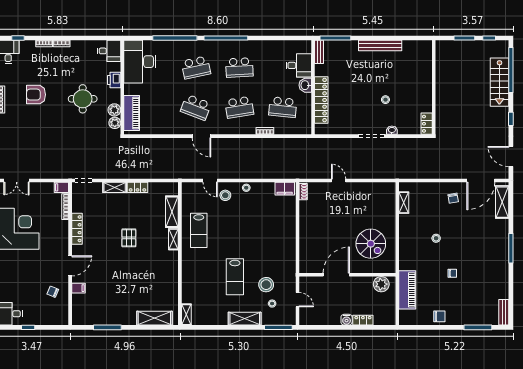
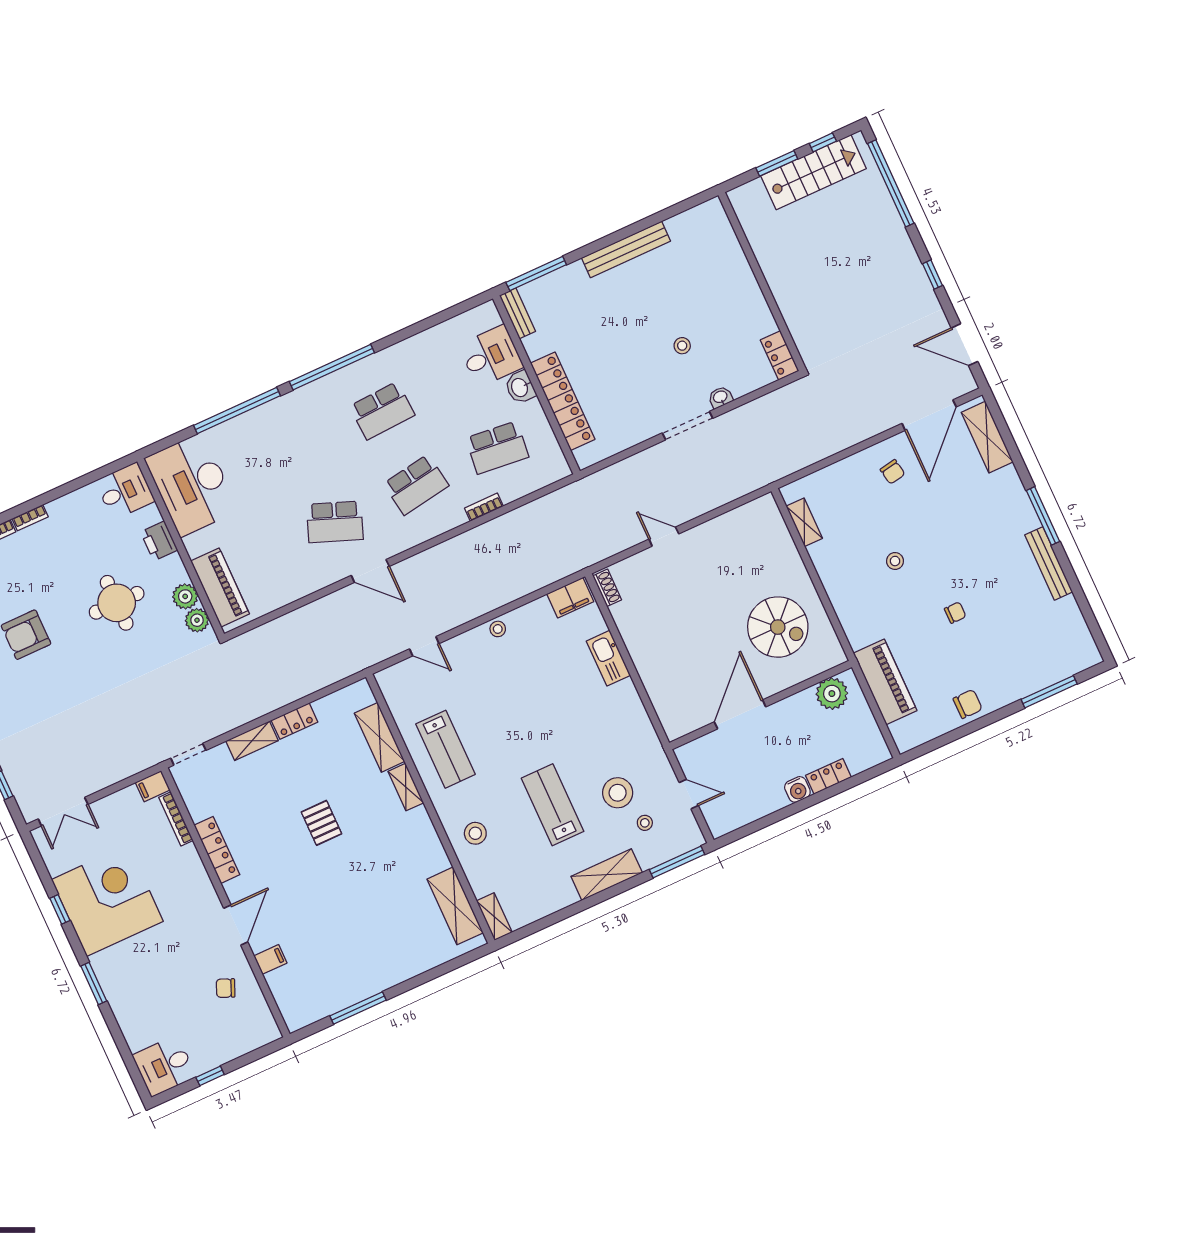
school desk: (196, 68) -> (301, 448), removed
stairs: (499, 82) -> (814, 172), moved, turned -90
stool: (225, 195) -> (475, 833), moved
kitchen sink: (289, 223) -> (608, 658), added
lab bench: (235, 277) -> (553, 805), turned 180
bench: (504, 312) -> (1049, 563), moved, width x1.36
shelving: (154, 318) -> (455, 906), moved, turned 90

